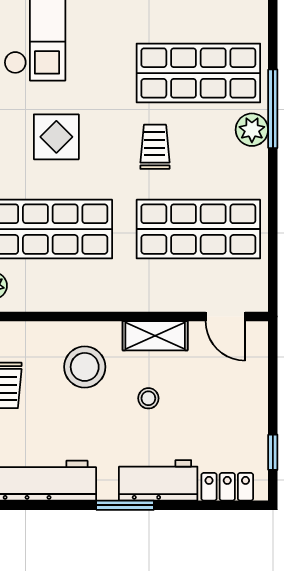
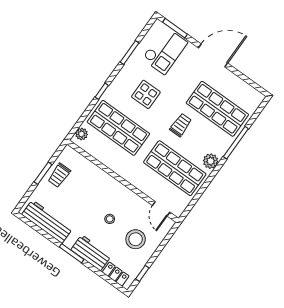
plant: (252, 130) -> (211, 161), moved
shelving: (155, 336) -> (129, 197), removed
stool: (85, 367) -> (136, 239), moved

